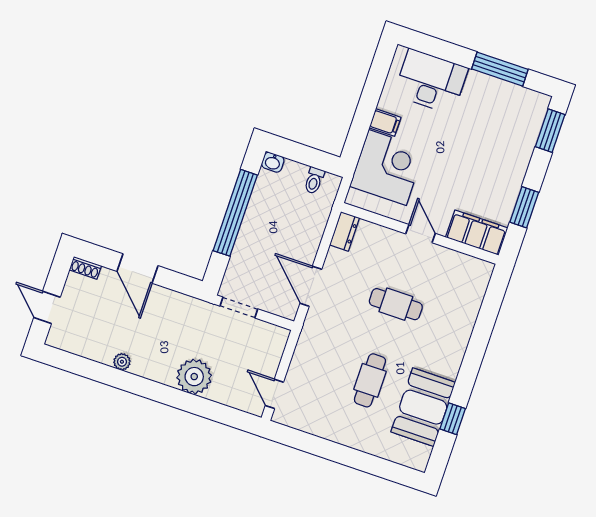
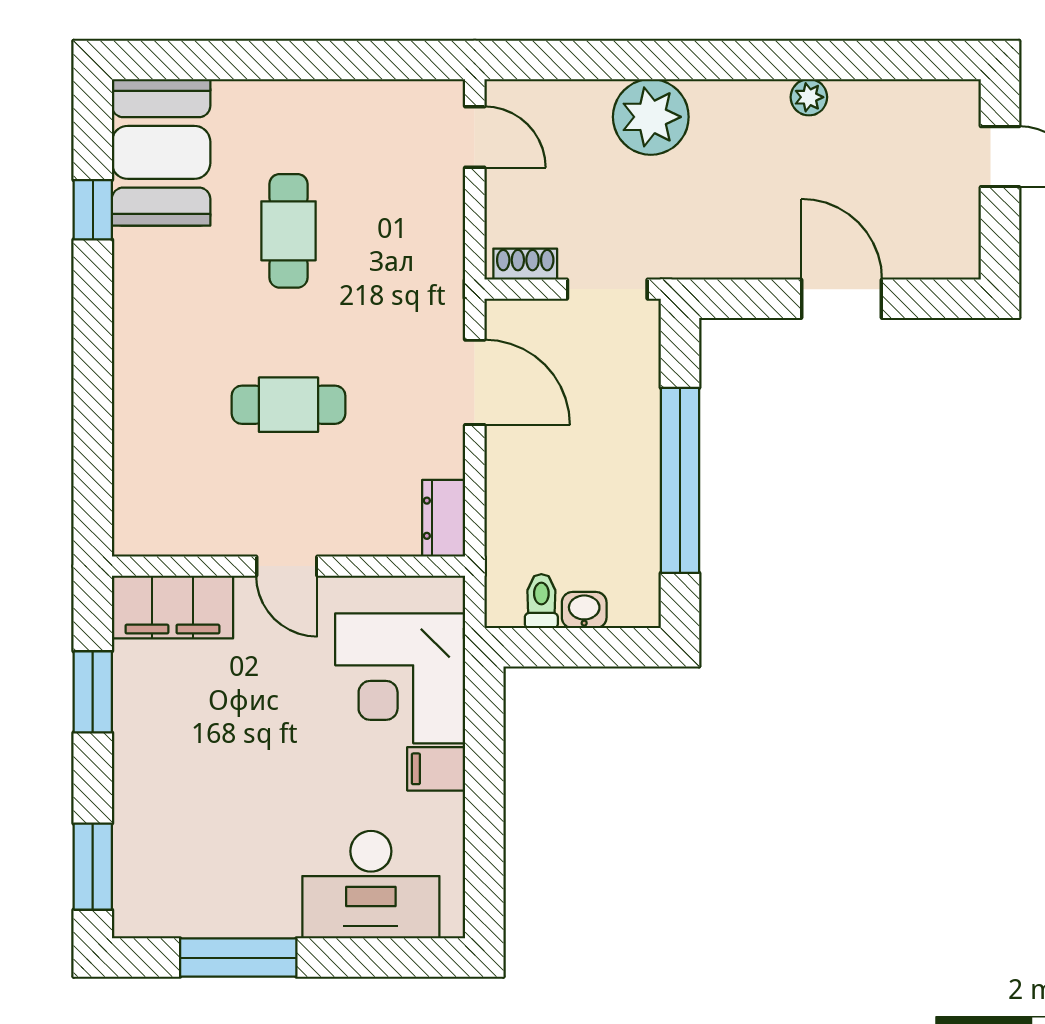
washbasin: (273, 162) -> (584, 610), moved
shoe rack: (85, 268) -> (525, 264), moved
booth: (423, 407) -> (161, 152), moved

